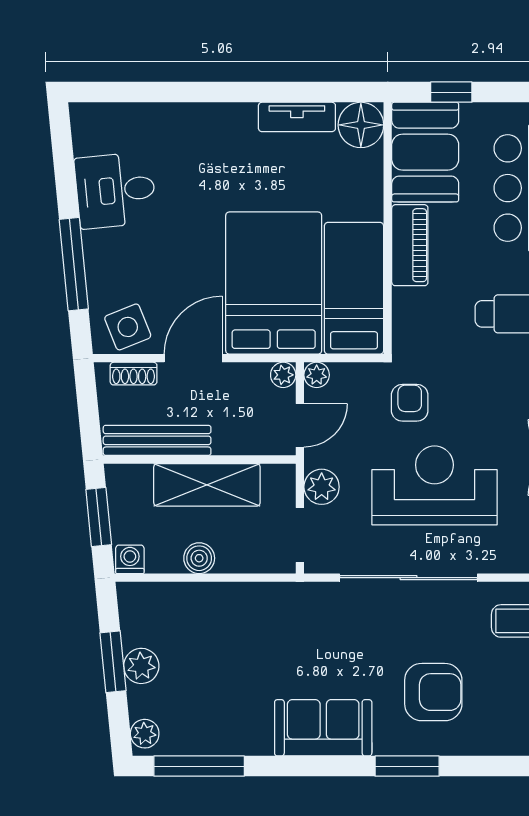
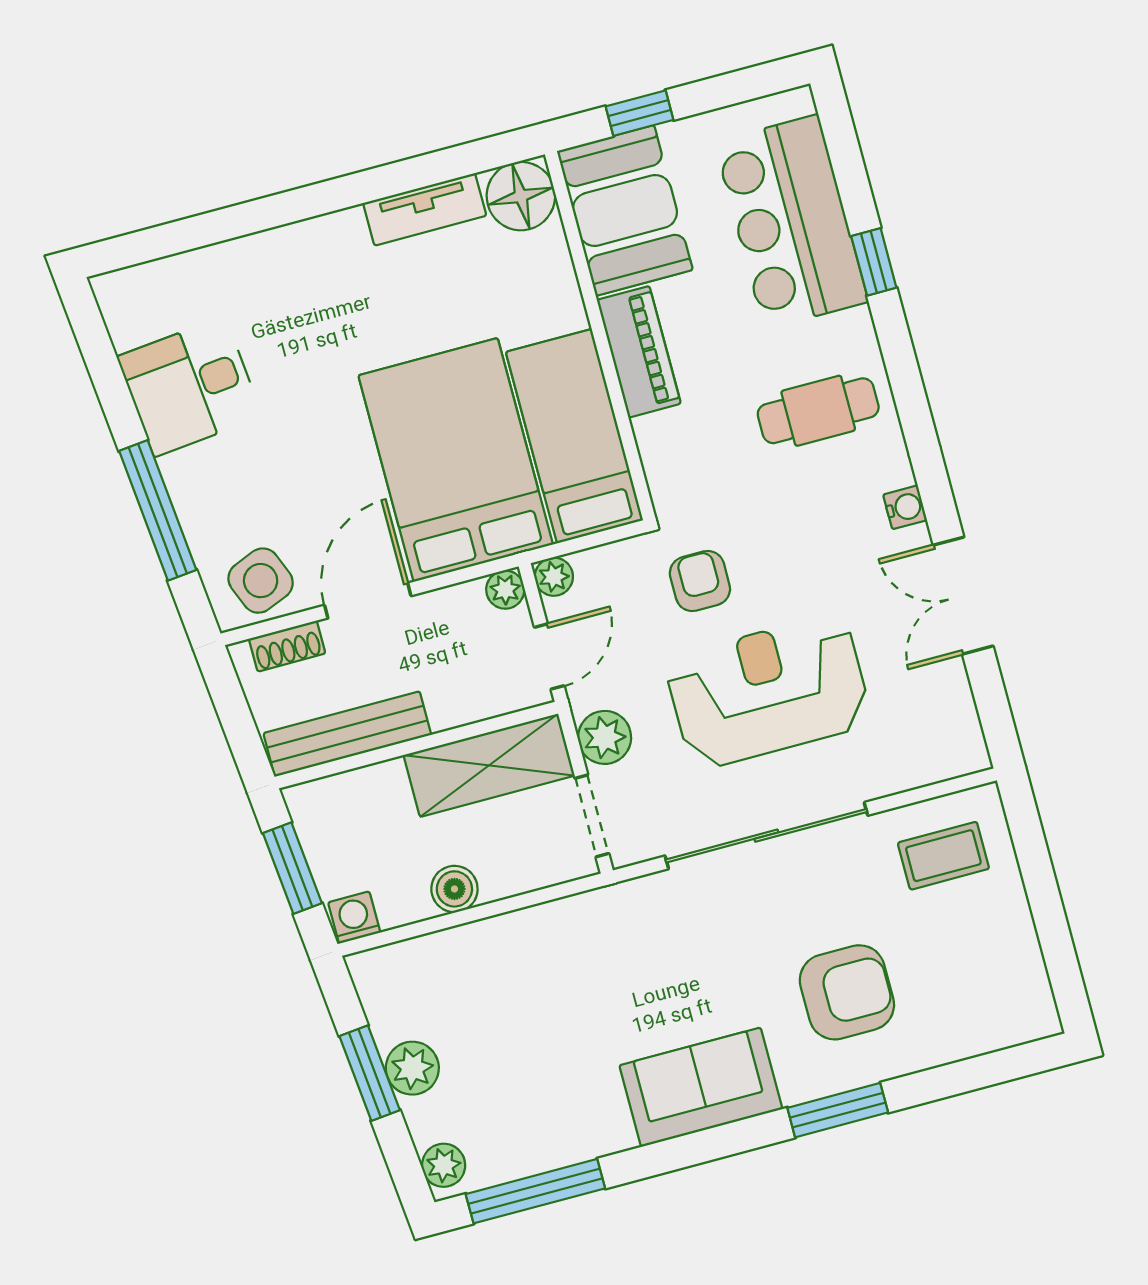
shelving: (207, 485) -> (489, 765), moved

